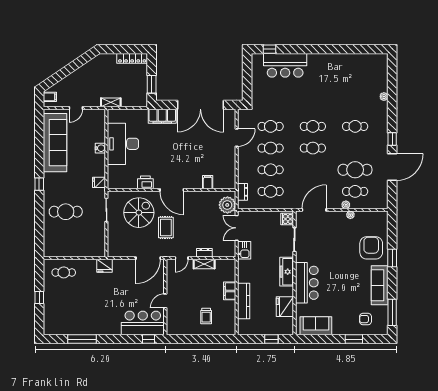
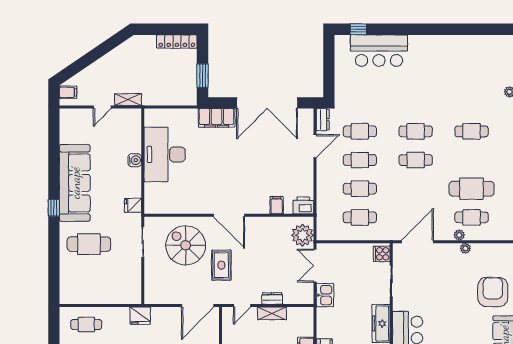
shelving: (111, 102) -> (128, 100), moved
sofa: (55, 143) -> (75, 183), moved
printer: (145, 182) -> (303, 205), moved
dresser: (243, 192) -> (323, 120), moved
spiral stairs: (139, 213) -> (186, 245), turned -90

